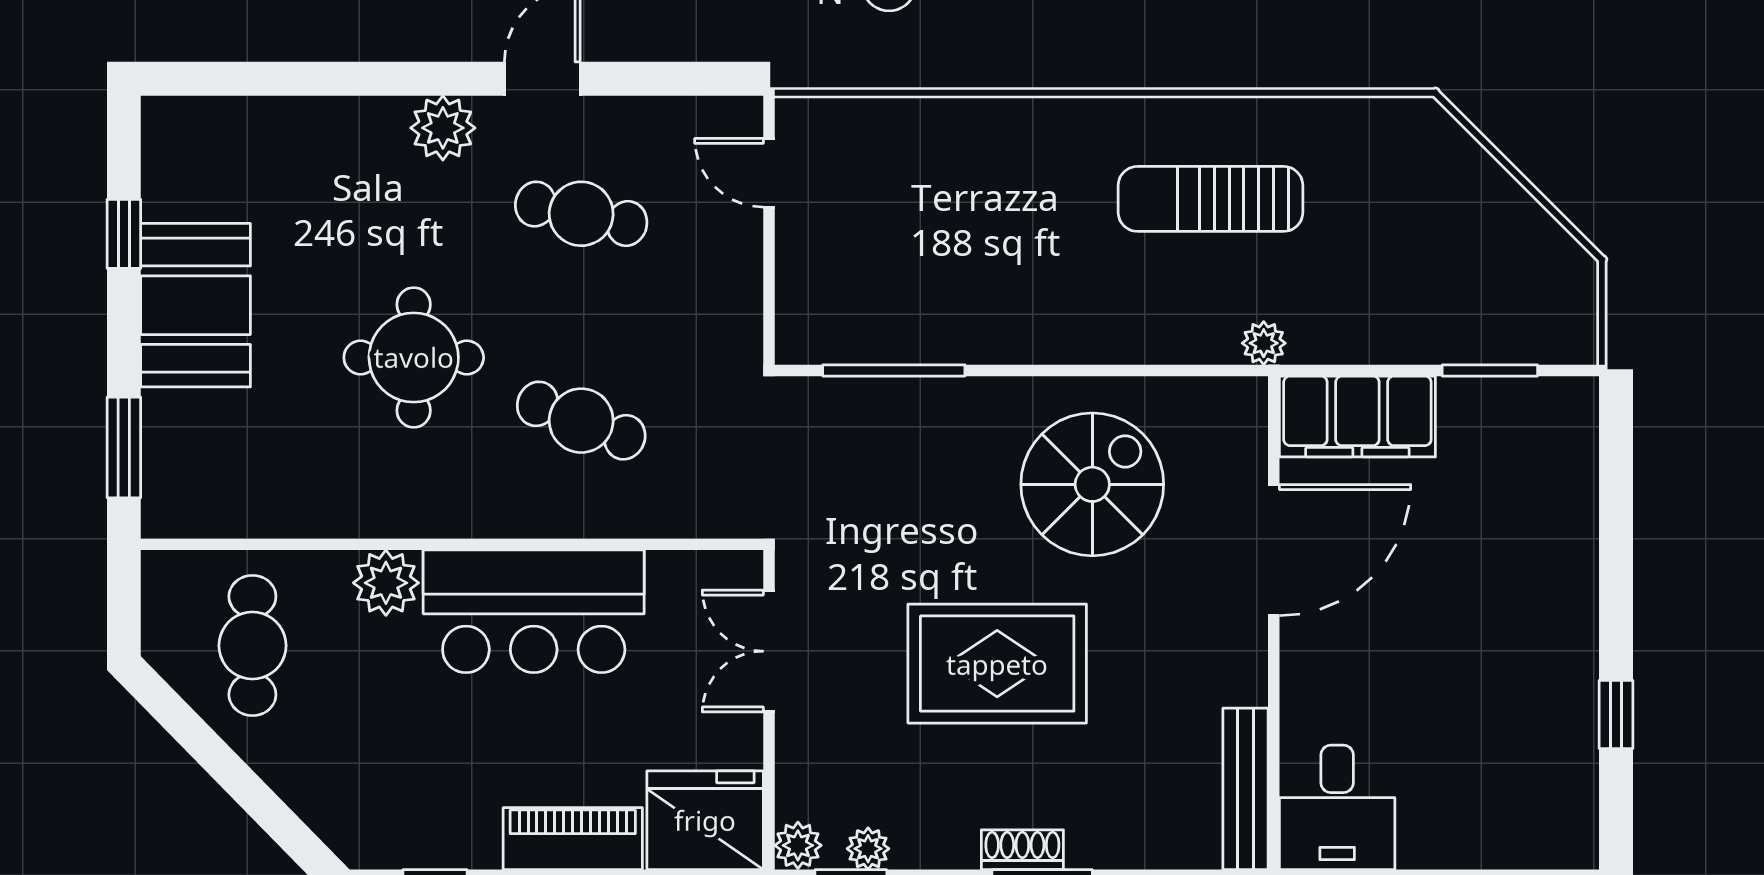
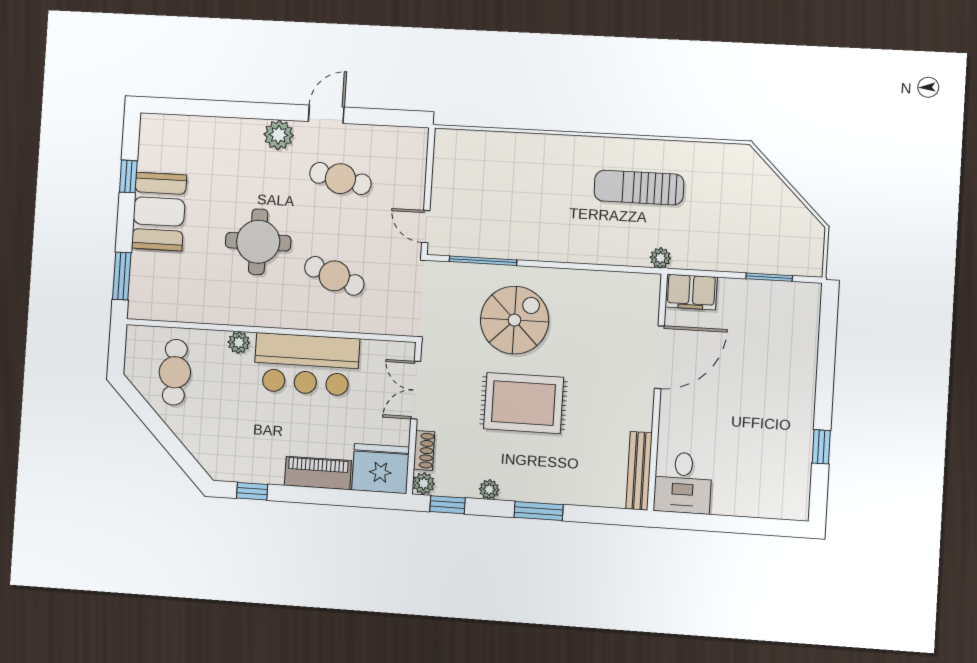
door: (769, 173) -> (426, 227), moved
filing cabinet: (1357, 417) -> (691, 292), width x0.67, depth x0.86
spiral stairs: (1092, 484) -> (515, 320), moved
plant: (386, 583) -> (239, 342), width x0.73, depth x0.73
plant: (868, 849) -> (489, 489), moved
shoe rack: (1022, 850) -> (424, 450), moved, turned 90

